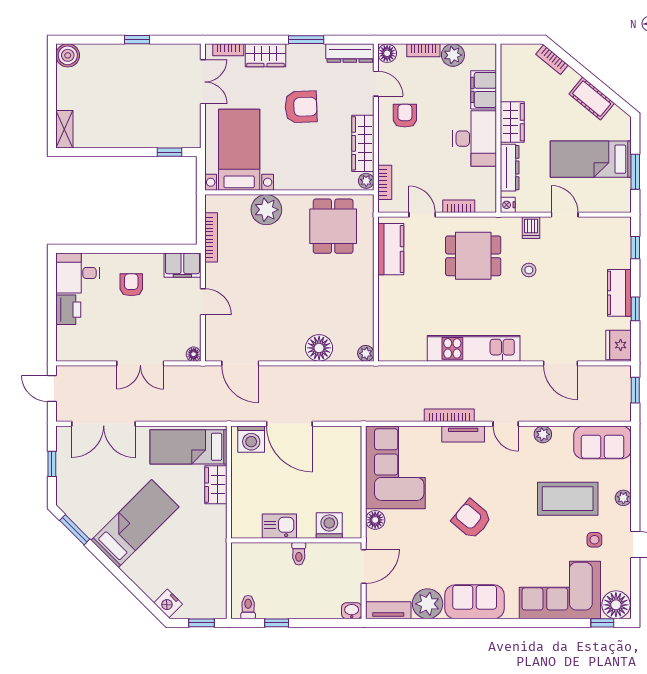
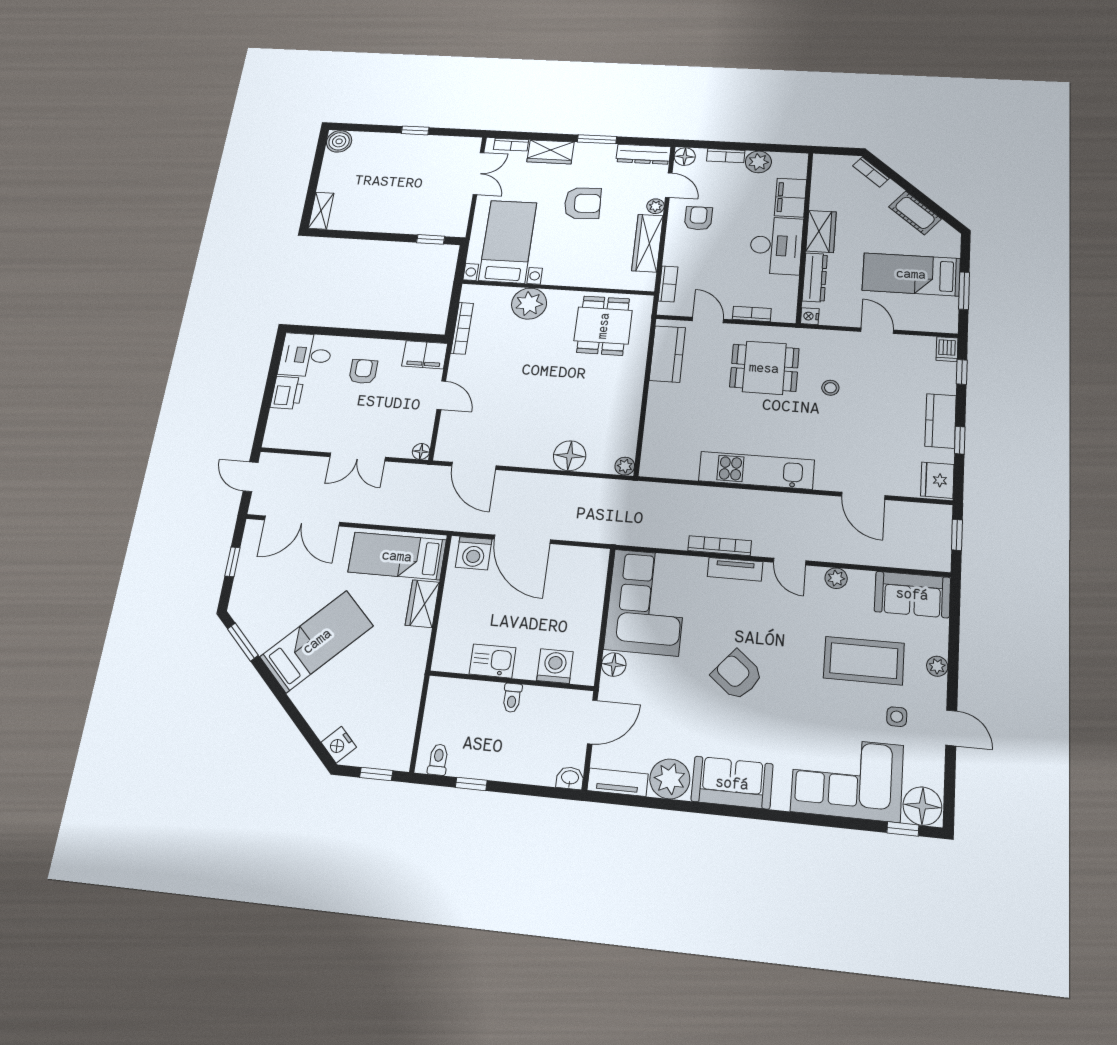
plant: (366, 181) -> (656, 206), moved
dishwasher: (531, 228) -> (947, 349), moved

